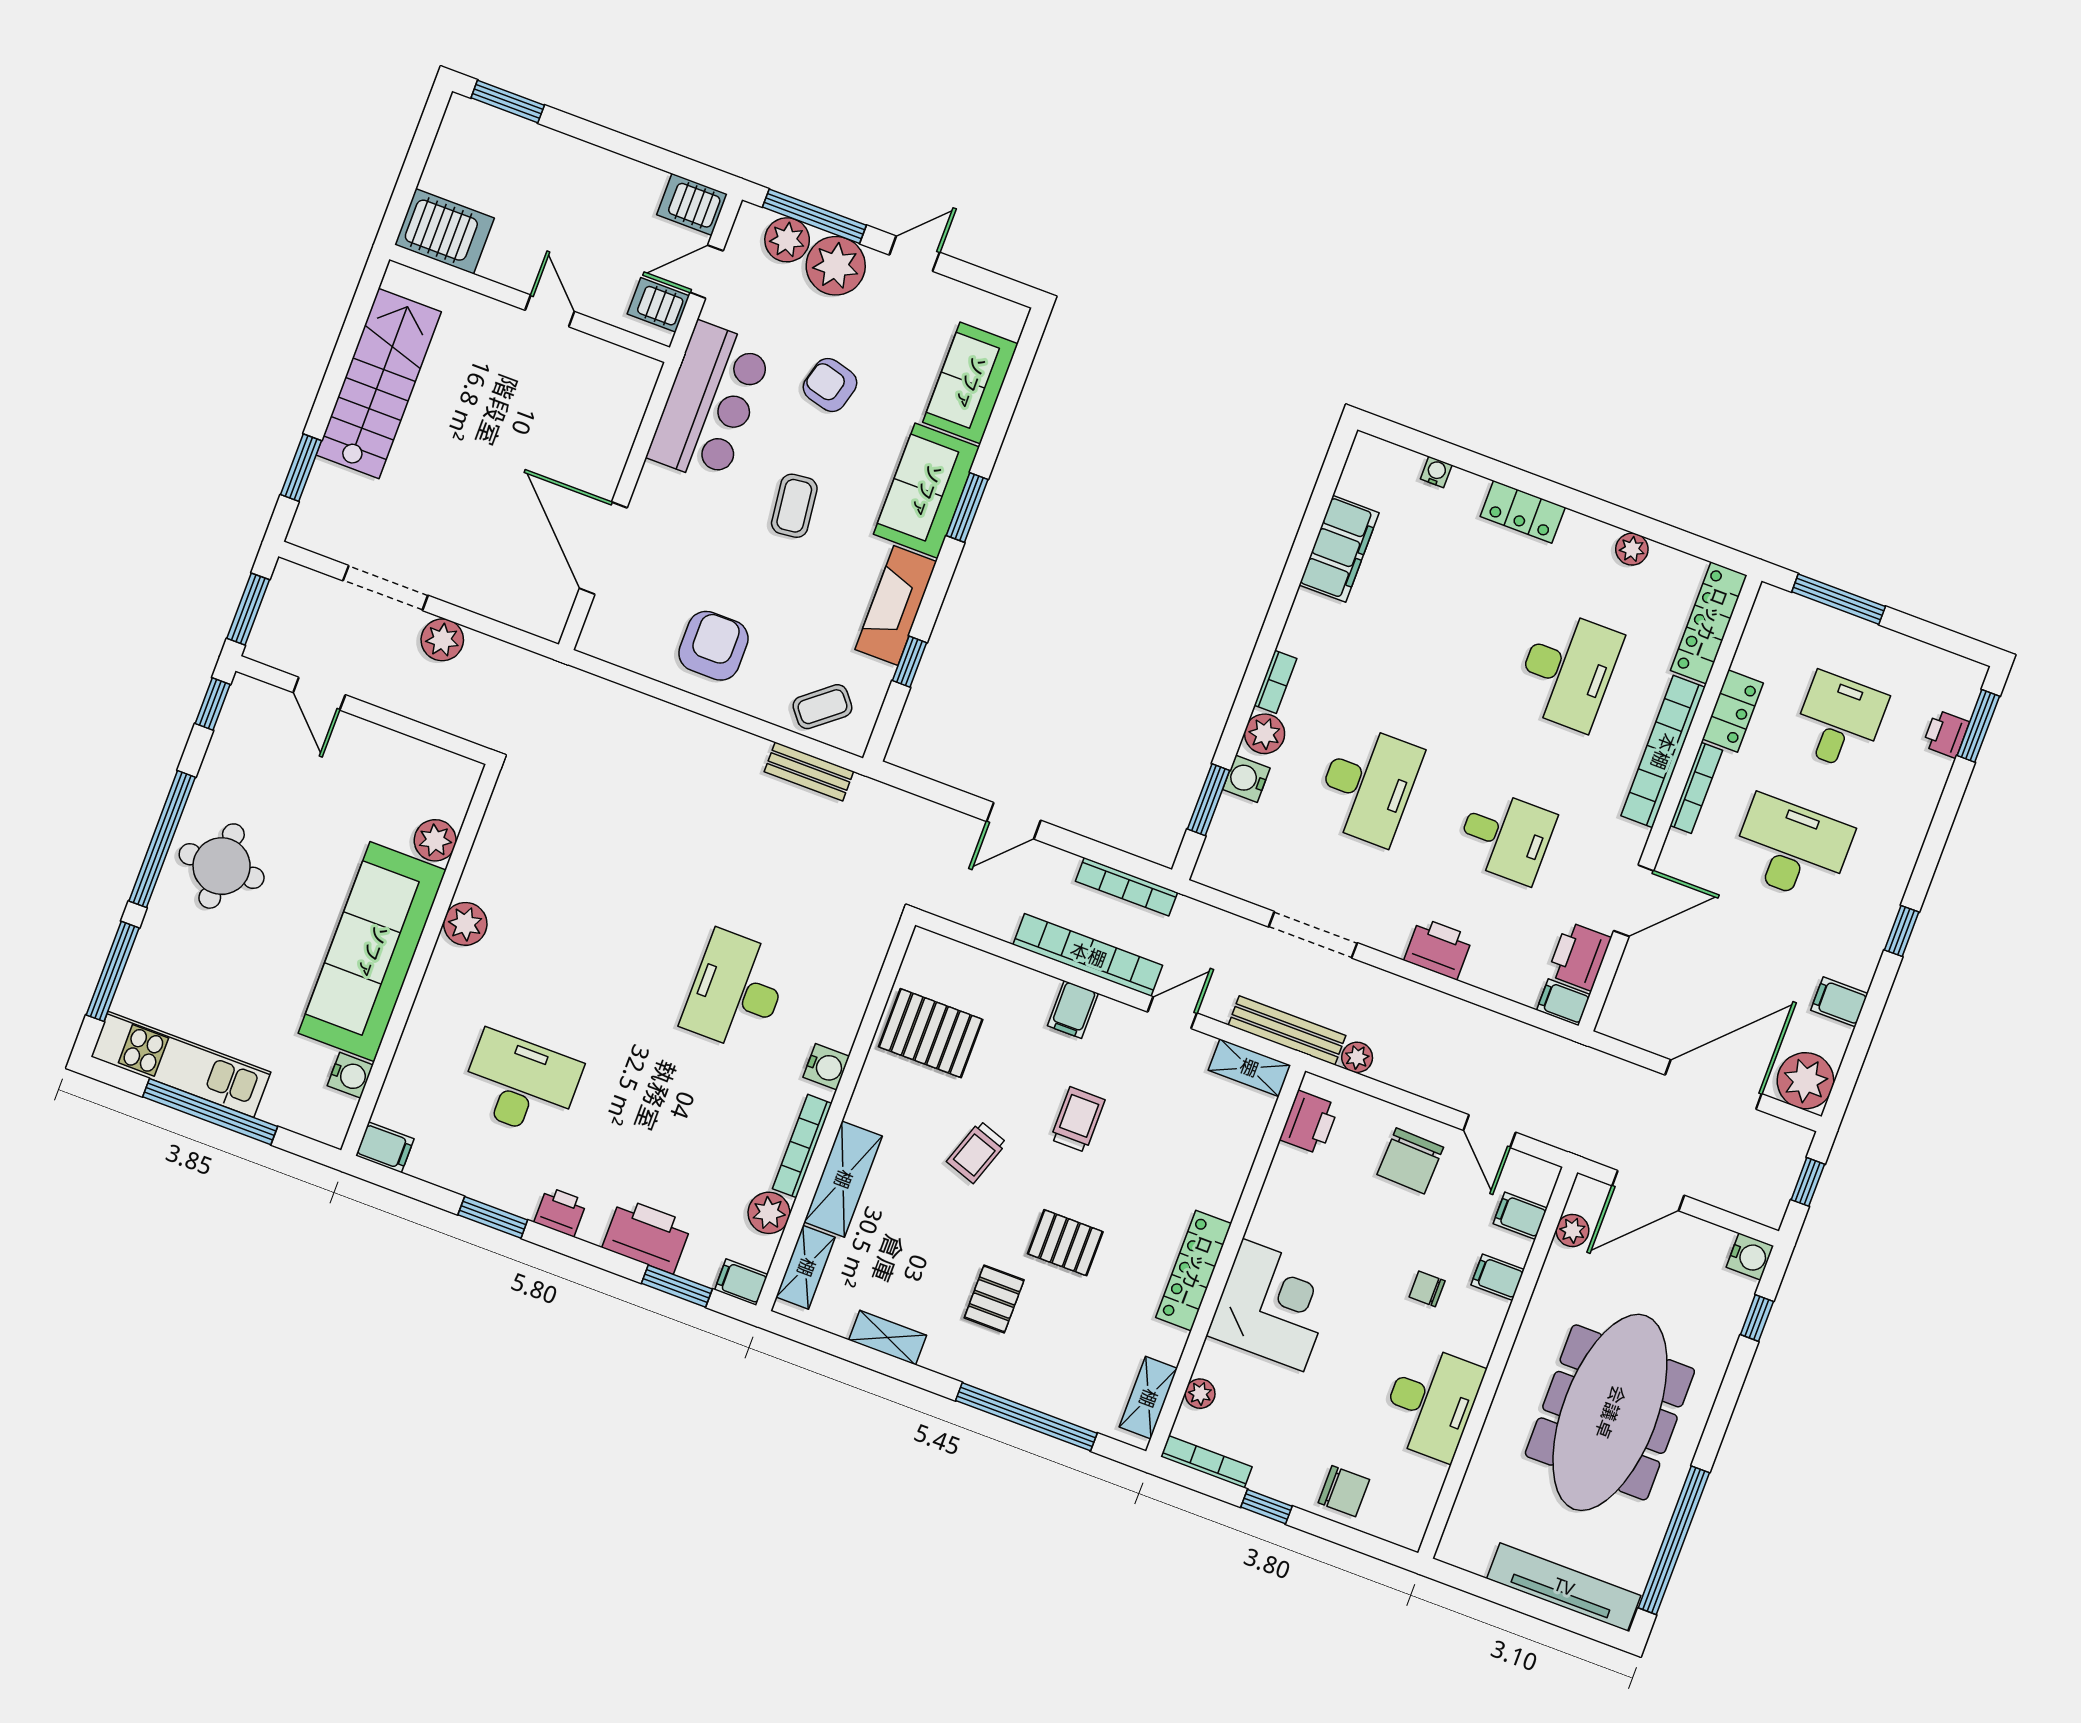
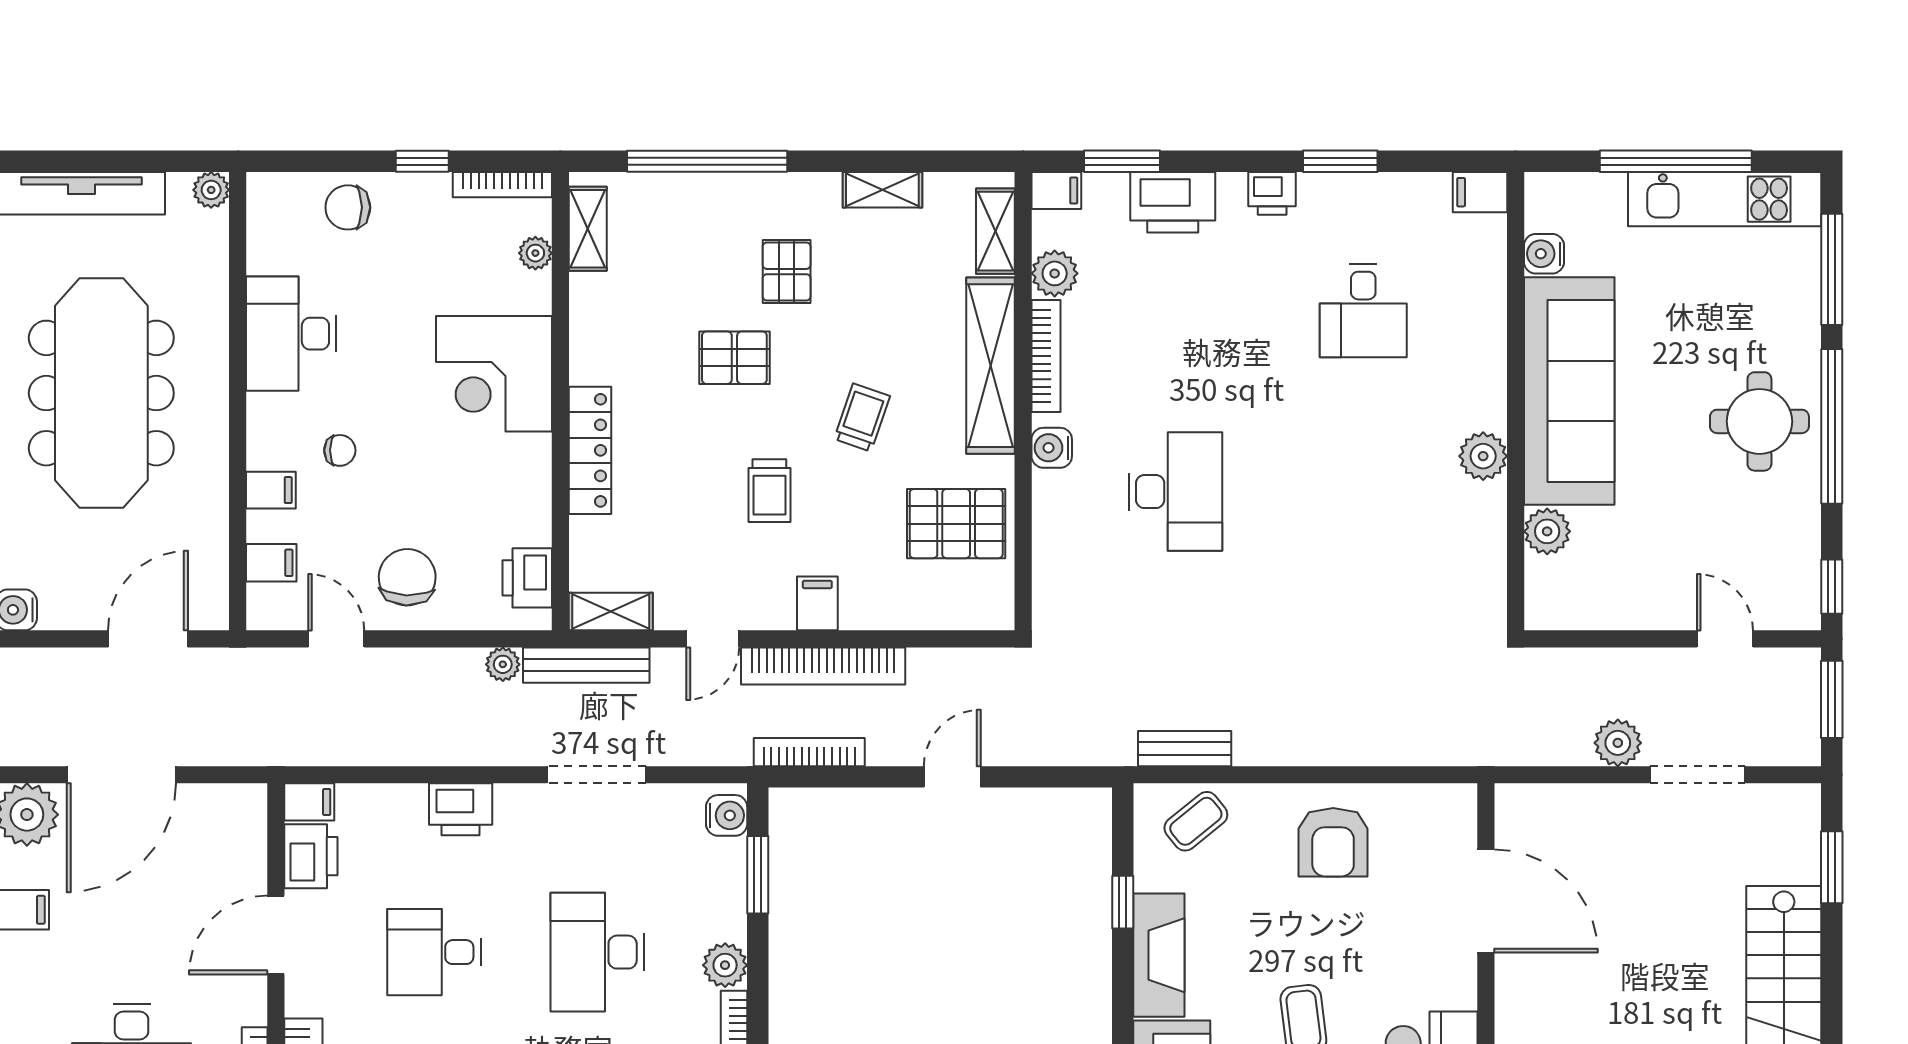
water cooler: (1246, 779) -> (727, 815), moved
desk: (521, 1084) -> (1363, 311), width x0.73
shelving: (843, 1179) -> (991, 366), width x1.47
plant: (1572, 1230) -> (211, 190), moved
locker: (1194, 1271) -> (590, 450), moved

